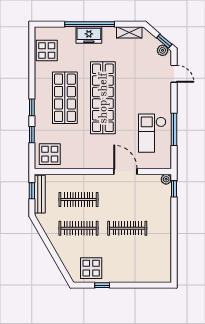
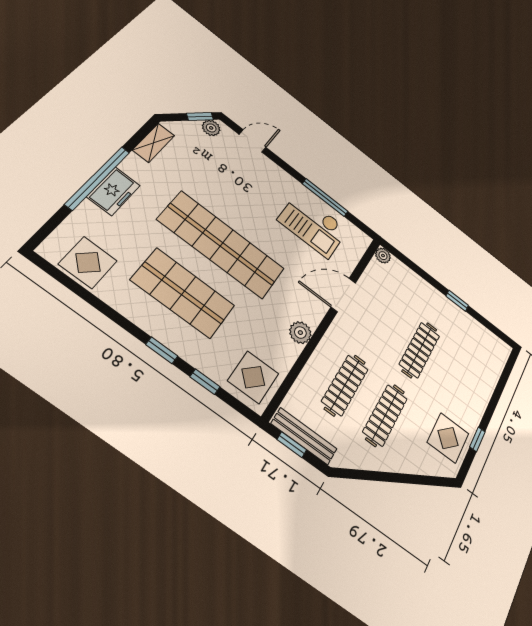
plant: (88, 162) -> (300, 333), added
window: (174, 189) -> (457, 301), moved

